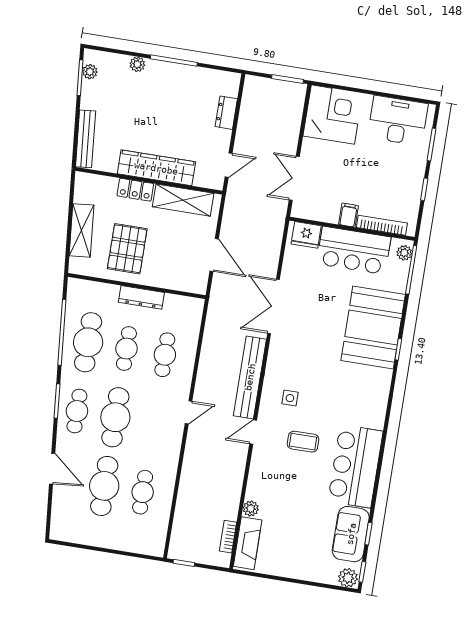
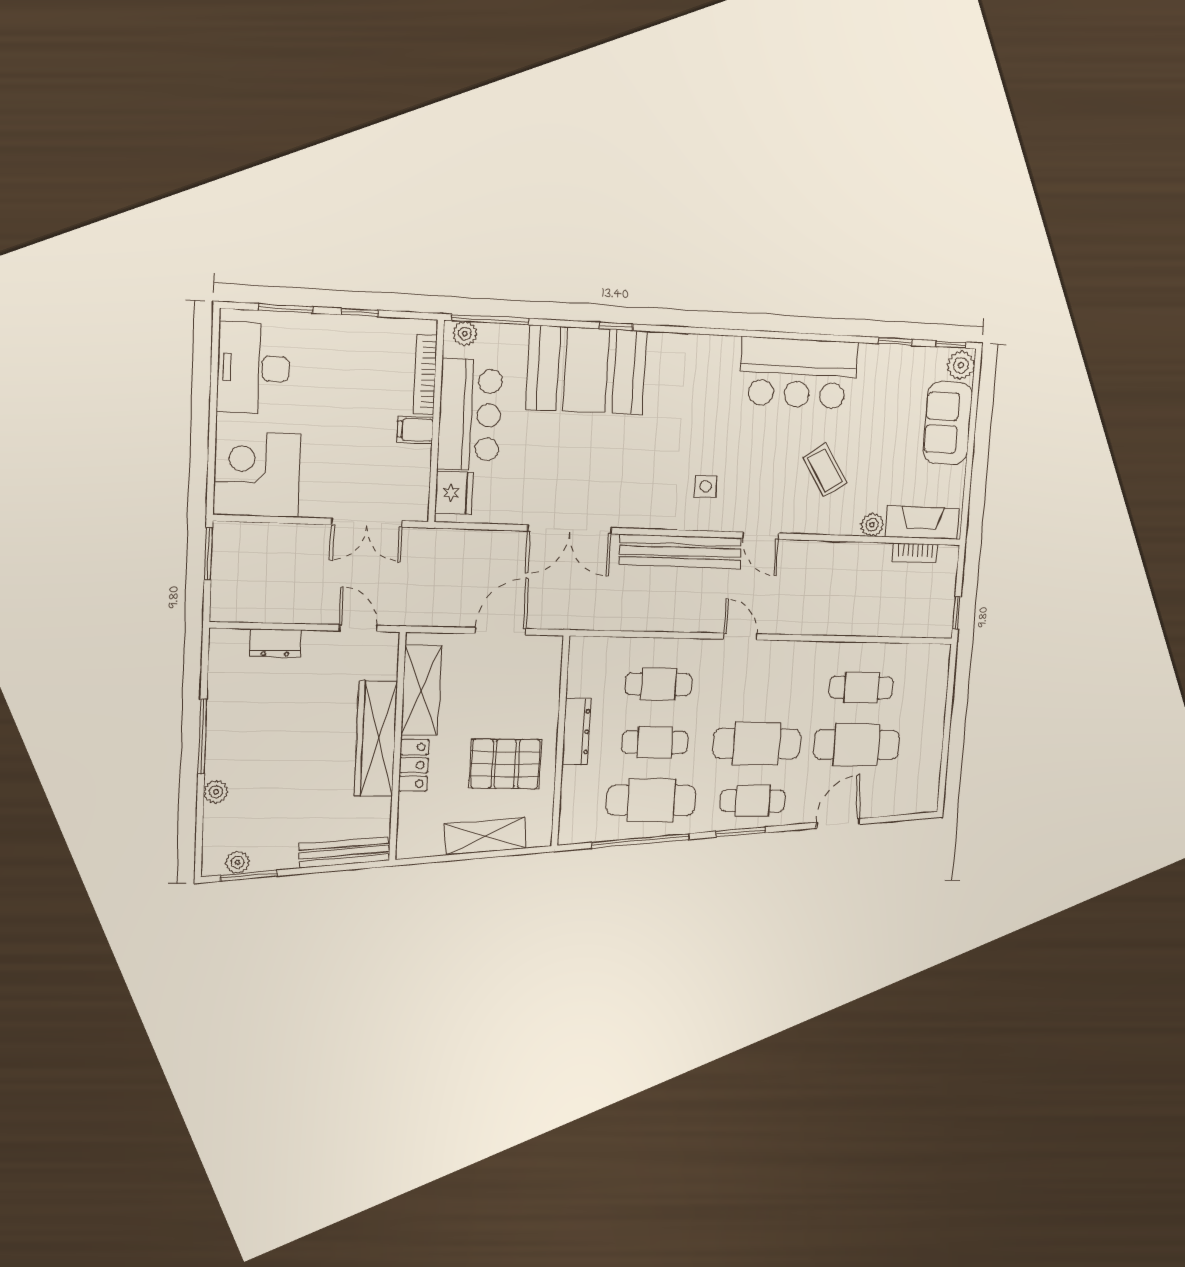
coffee table: (303, 442) -> (825, 470), moved, turned -32
sofa: (351, 534) -> (948, 423), moved, turned 90

